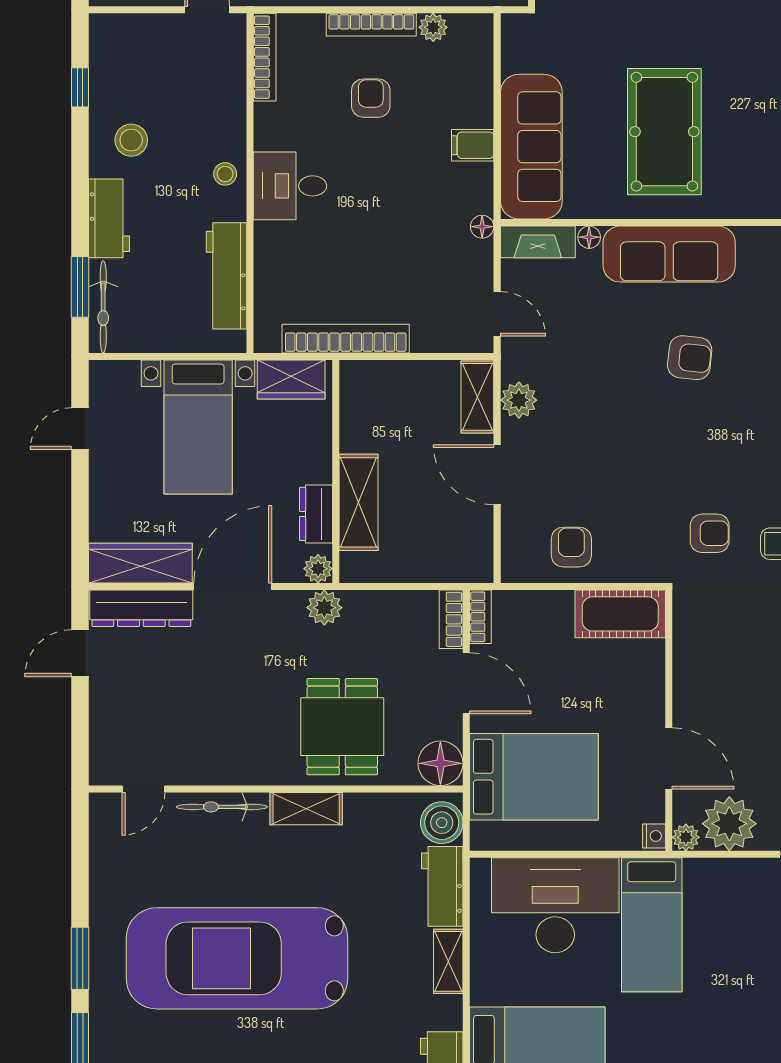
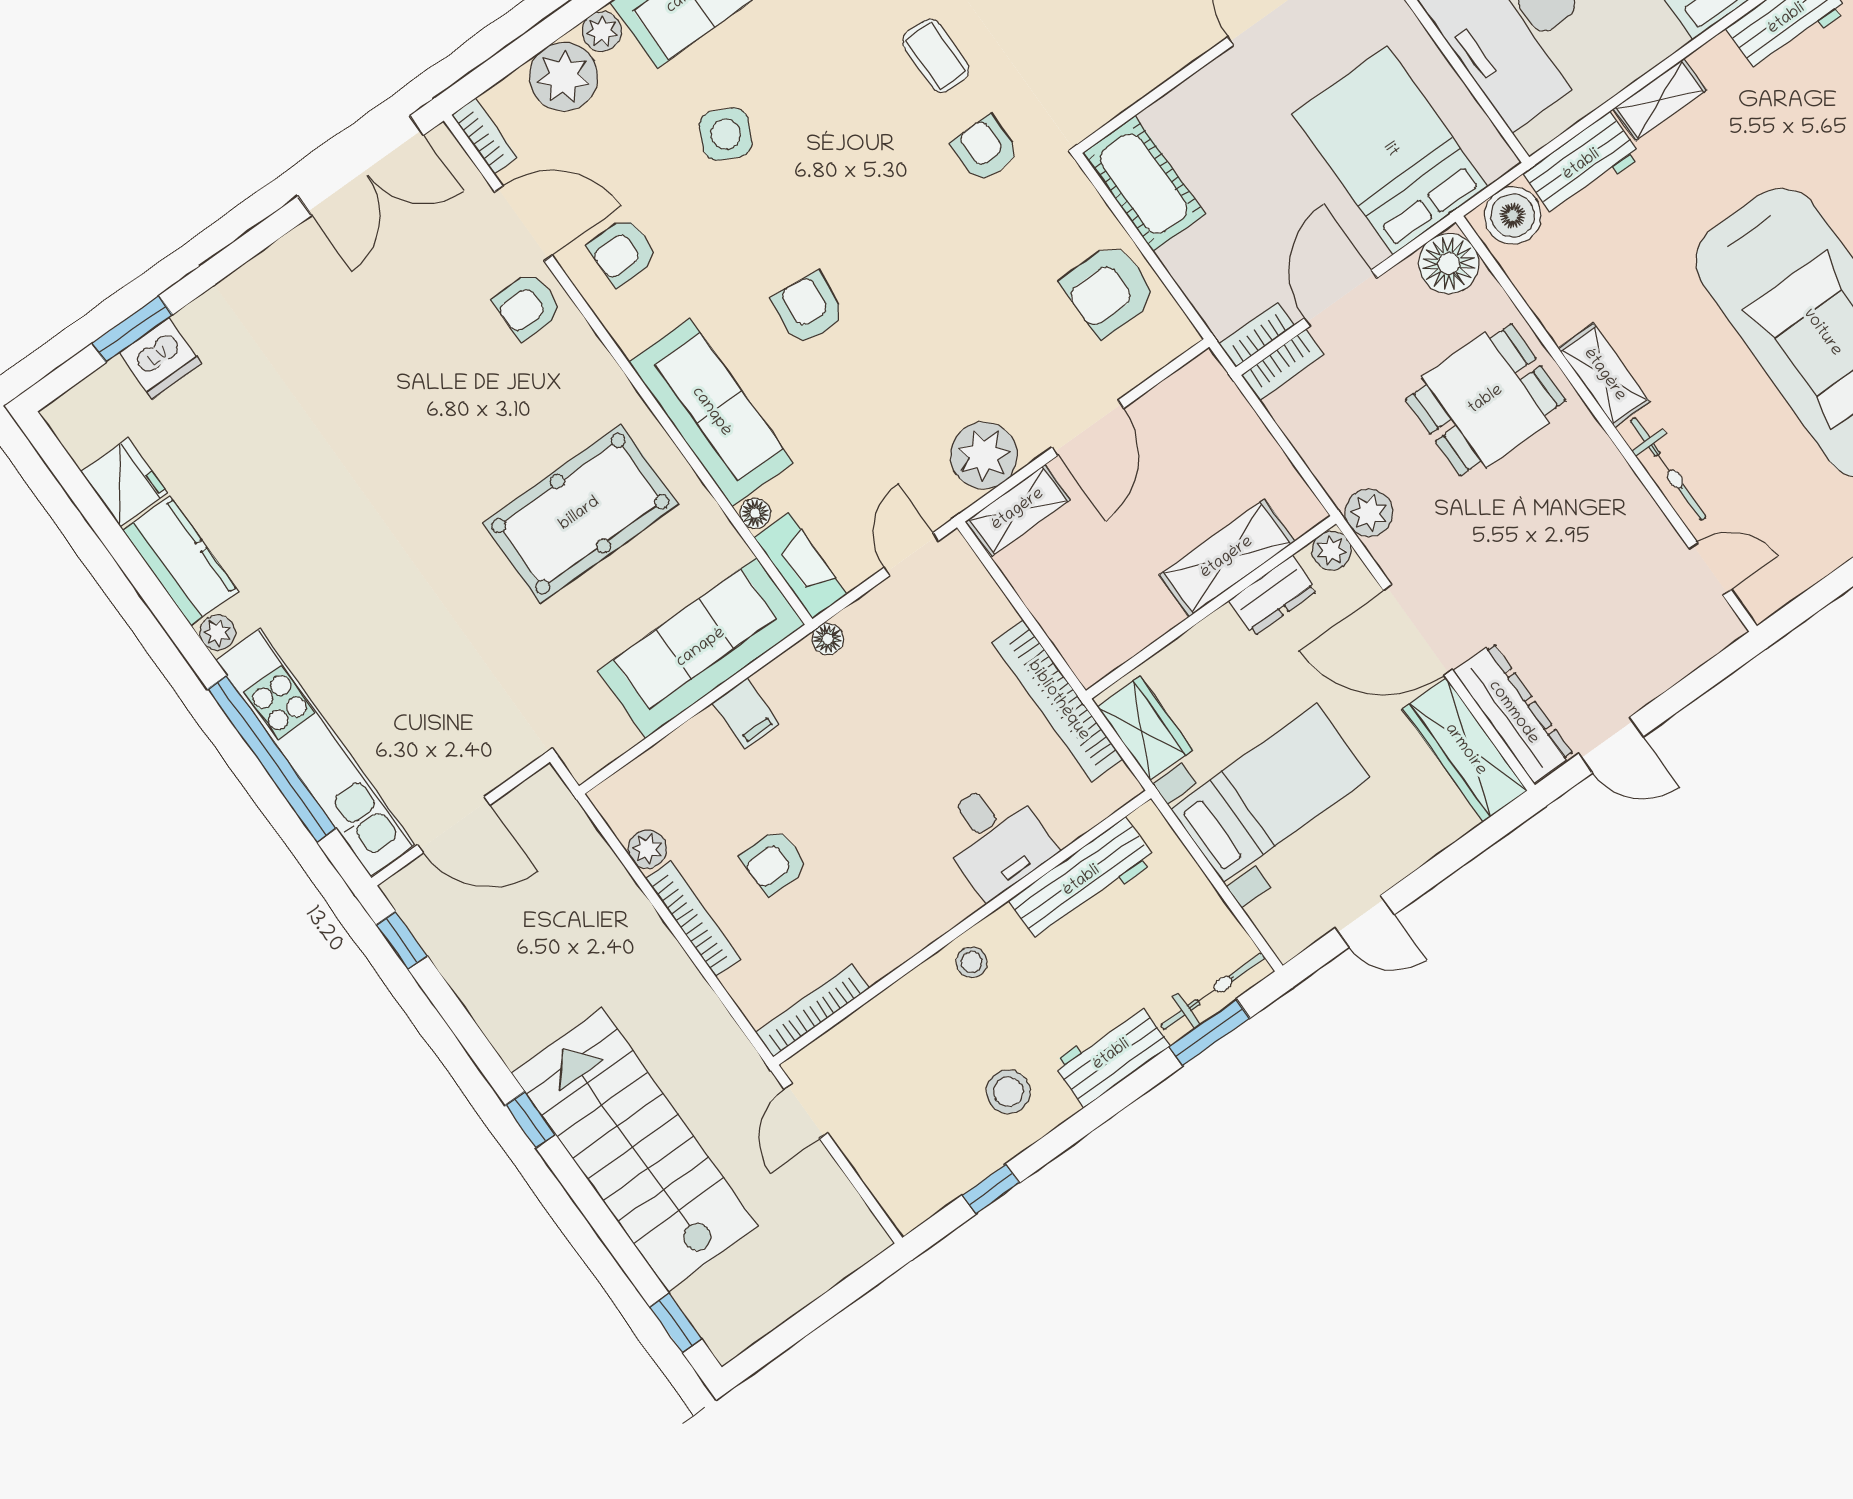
desk: (290, 186) -> (995, 838), moved
plant: (519, 400) -> (984, 455), width x1.36, depth x1.36
armchair: (571, 547) -> (1109, 290), width x1.38, depth x1.38

